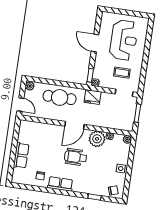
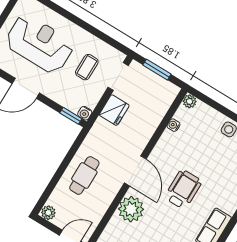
cafe table: (60, 97) -> (84, 175), width x0.73, depth x0.74
fridge: (93, 97) -> (114, 110), moved
plant: (97, 139) -> (131, 209), moved
wheelchair: (76, 157) -> (183, 189), turned 180

